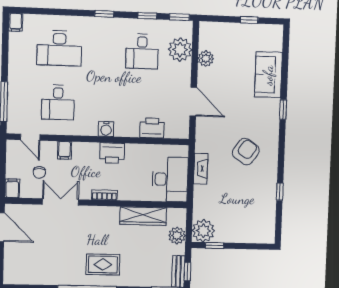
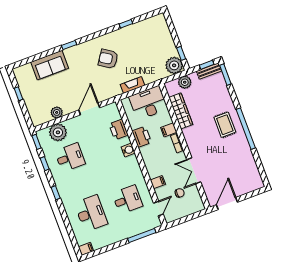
water cooler: (106, 129) -> (128, 150), moved
printer: (112, 153) -> (142, 137), moved
filing cabinet: (12, 188) -> (169, 130), moved

